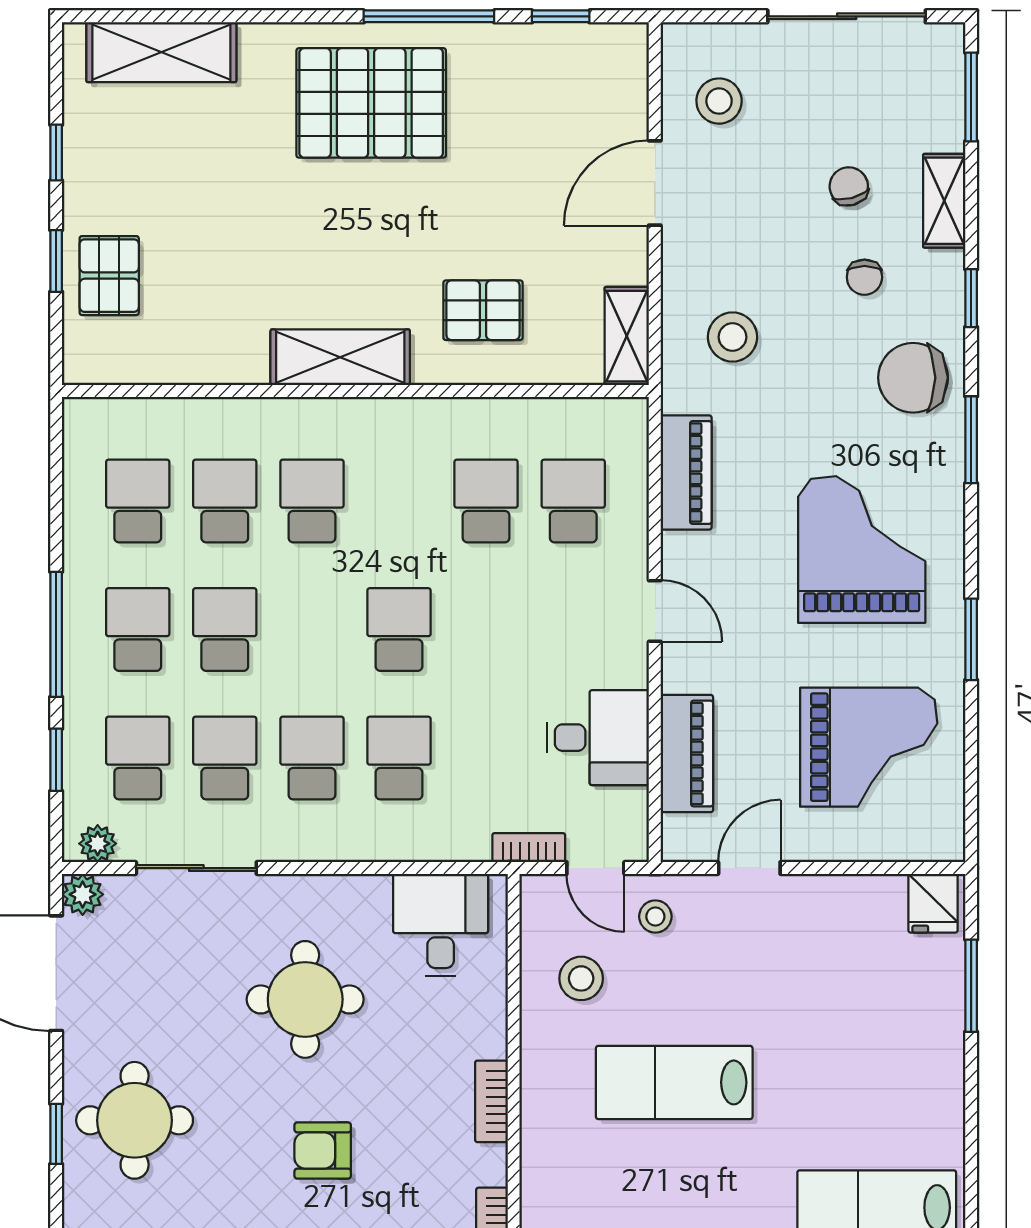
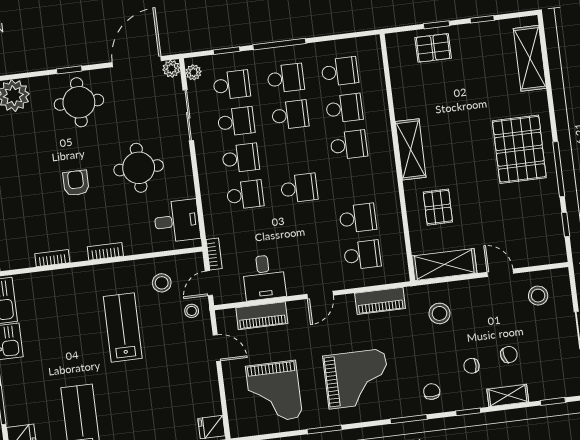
window: (971, 97) -> (553, 401), width x0.67
door: (655, 183) -> (500, 273), width x0.73
shelving: (627, 336) -> (444, 265), width x1.50, depth x1.33
chair: (913, 378) -> (432, 392), width x0.54, depth x0.54

